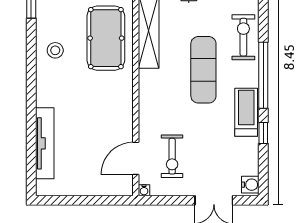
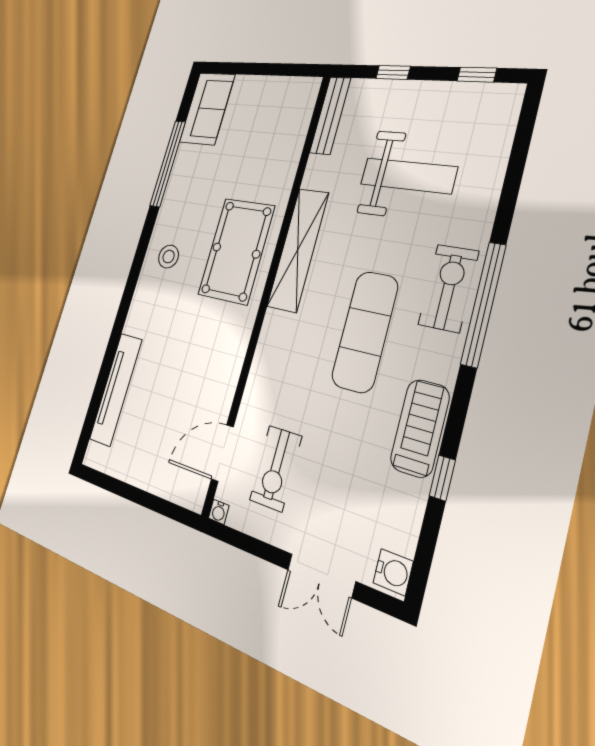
window: (263, 75) -> (483, 304), moved

